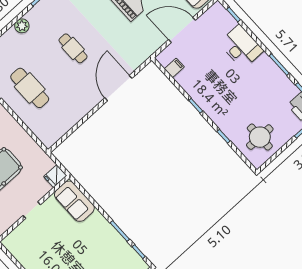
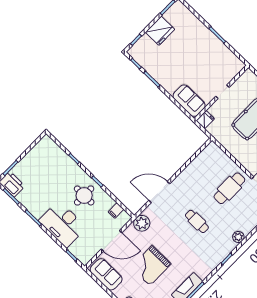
desk: (241, 47) -> (63, 224), width x1.36, depth x1.30
plant: (143, 50) -> (142, 223), added
cafe table: (30, 88) -> (229, 188), turned 90
door: (118, 88) -> (159, 192), swing flipped
round table: (260, 137) -> (84, 196), moved

